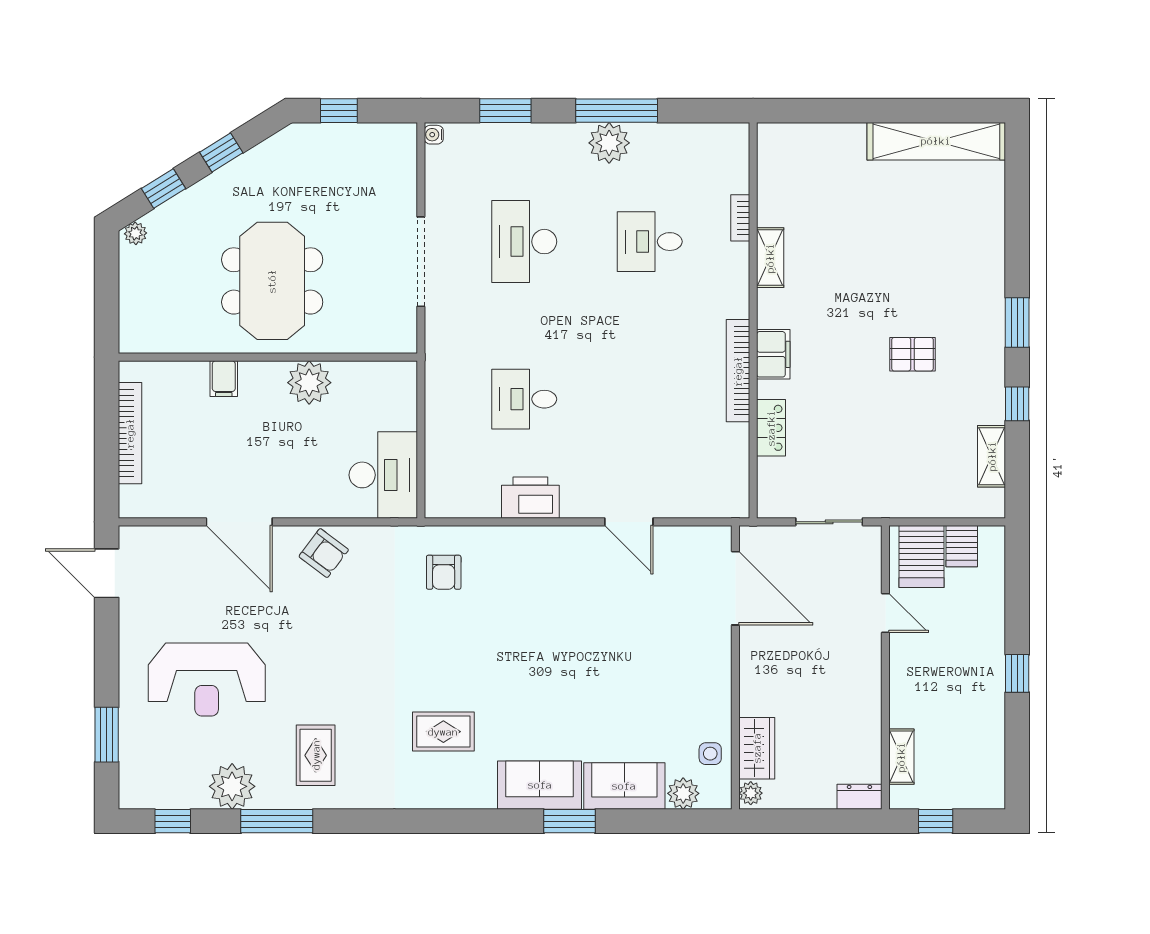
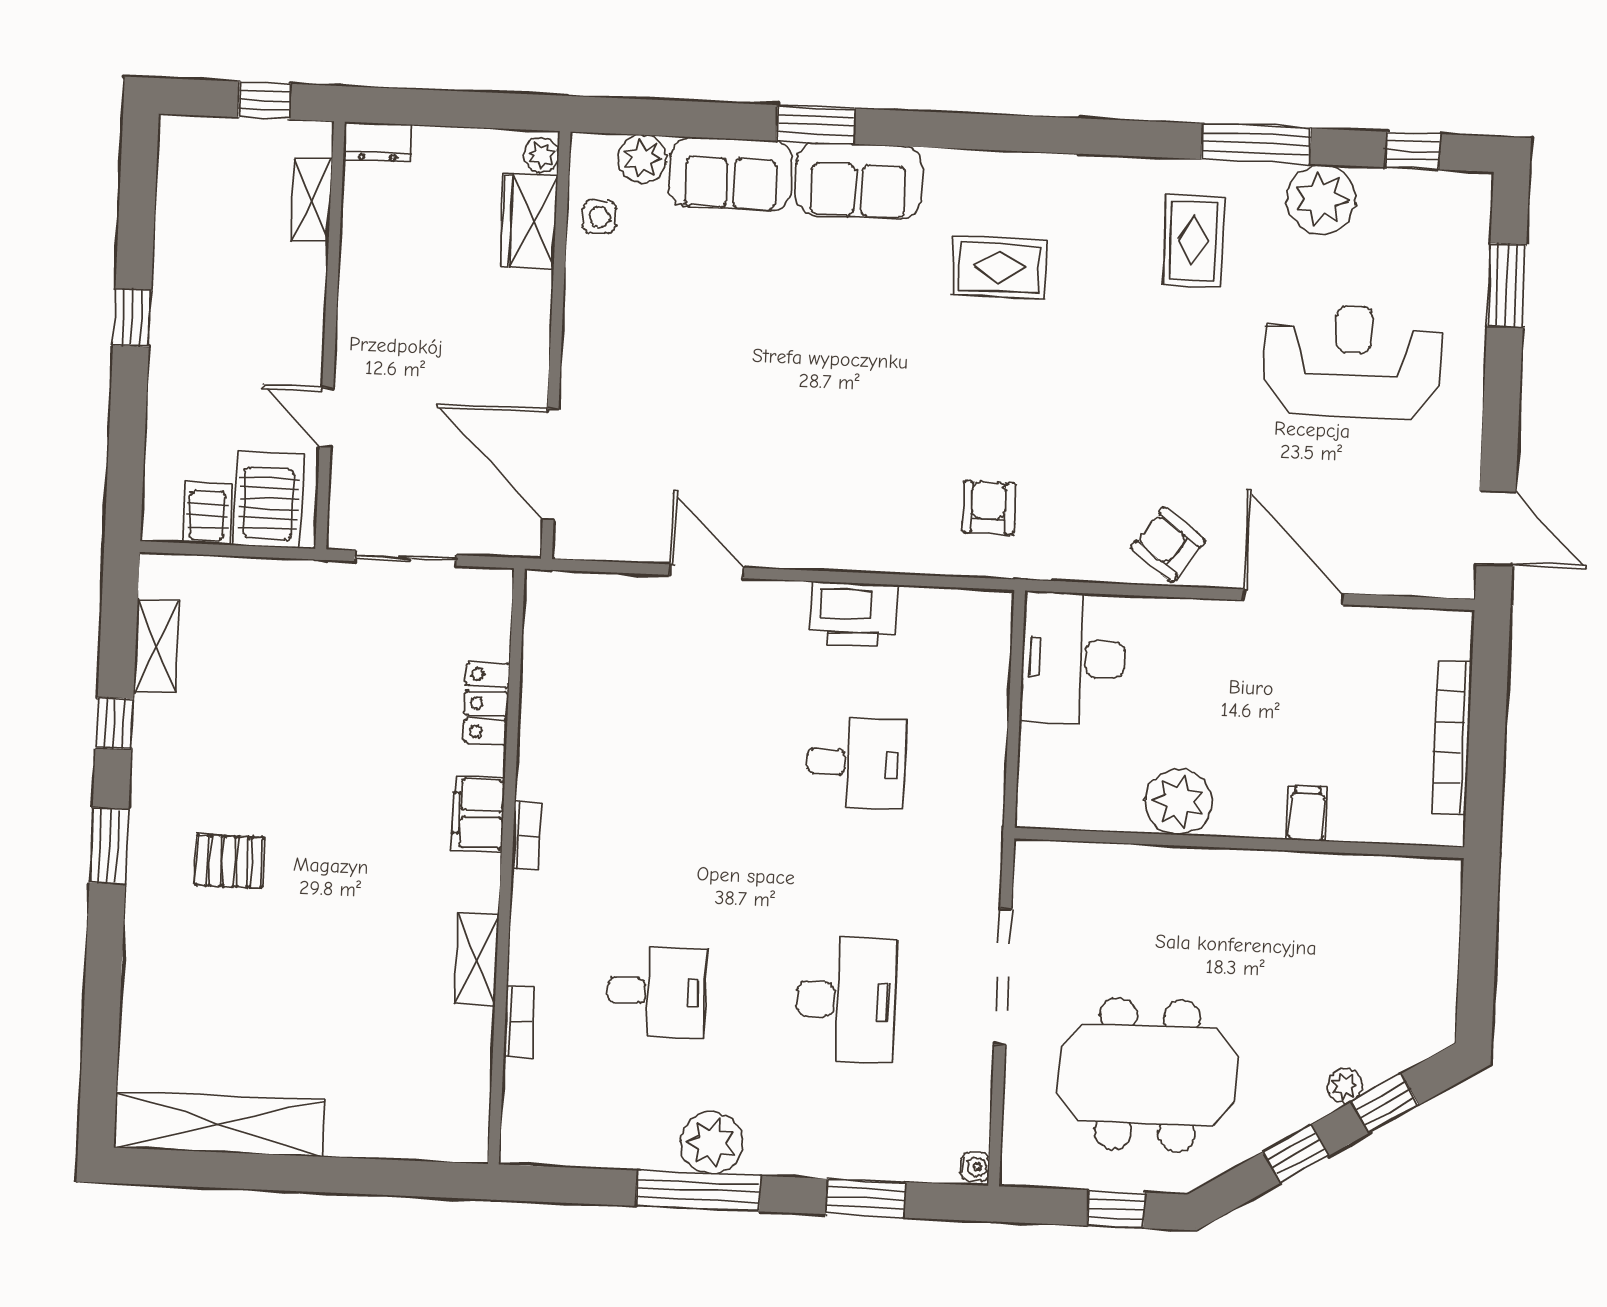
plant: (136, 233) -> (1345, 1086), moved
meeting table: (272, 281) -> (1147, 1075), moved, turned 90
pallet: (912, 354) -> (229, 861), moved
bookcase: (738, 371) -> (526, 835), width x0.43, depth x0.76

